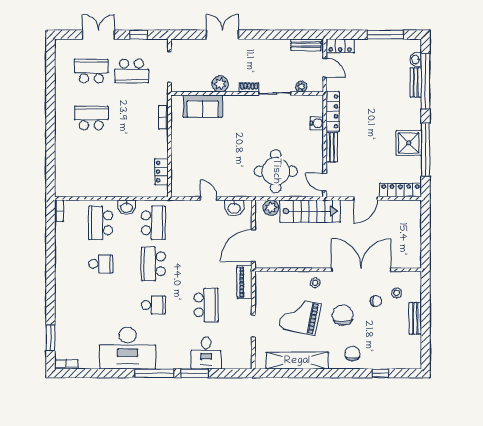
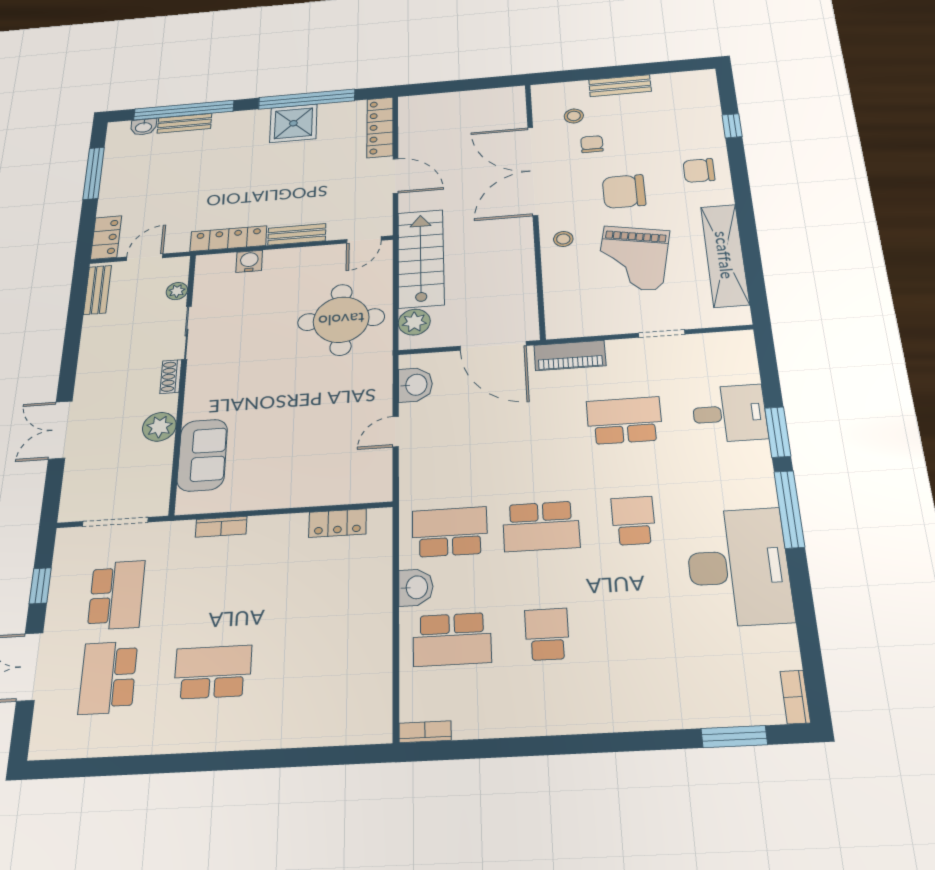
school desk: (91, 118) -> (213, 672), turned 90

